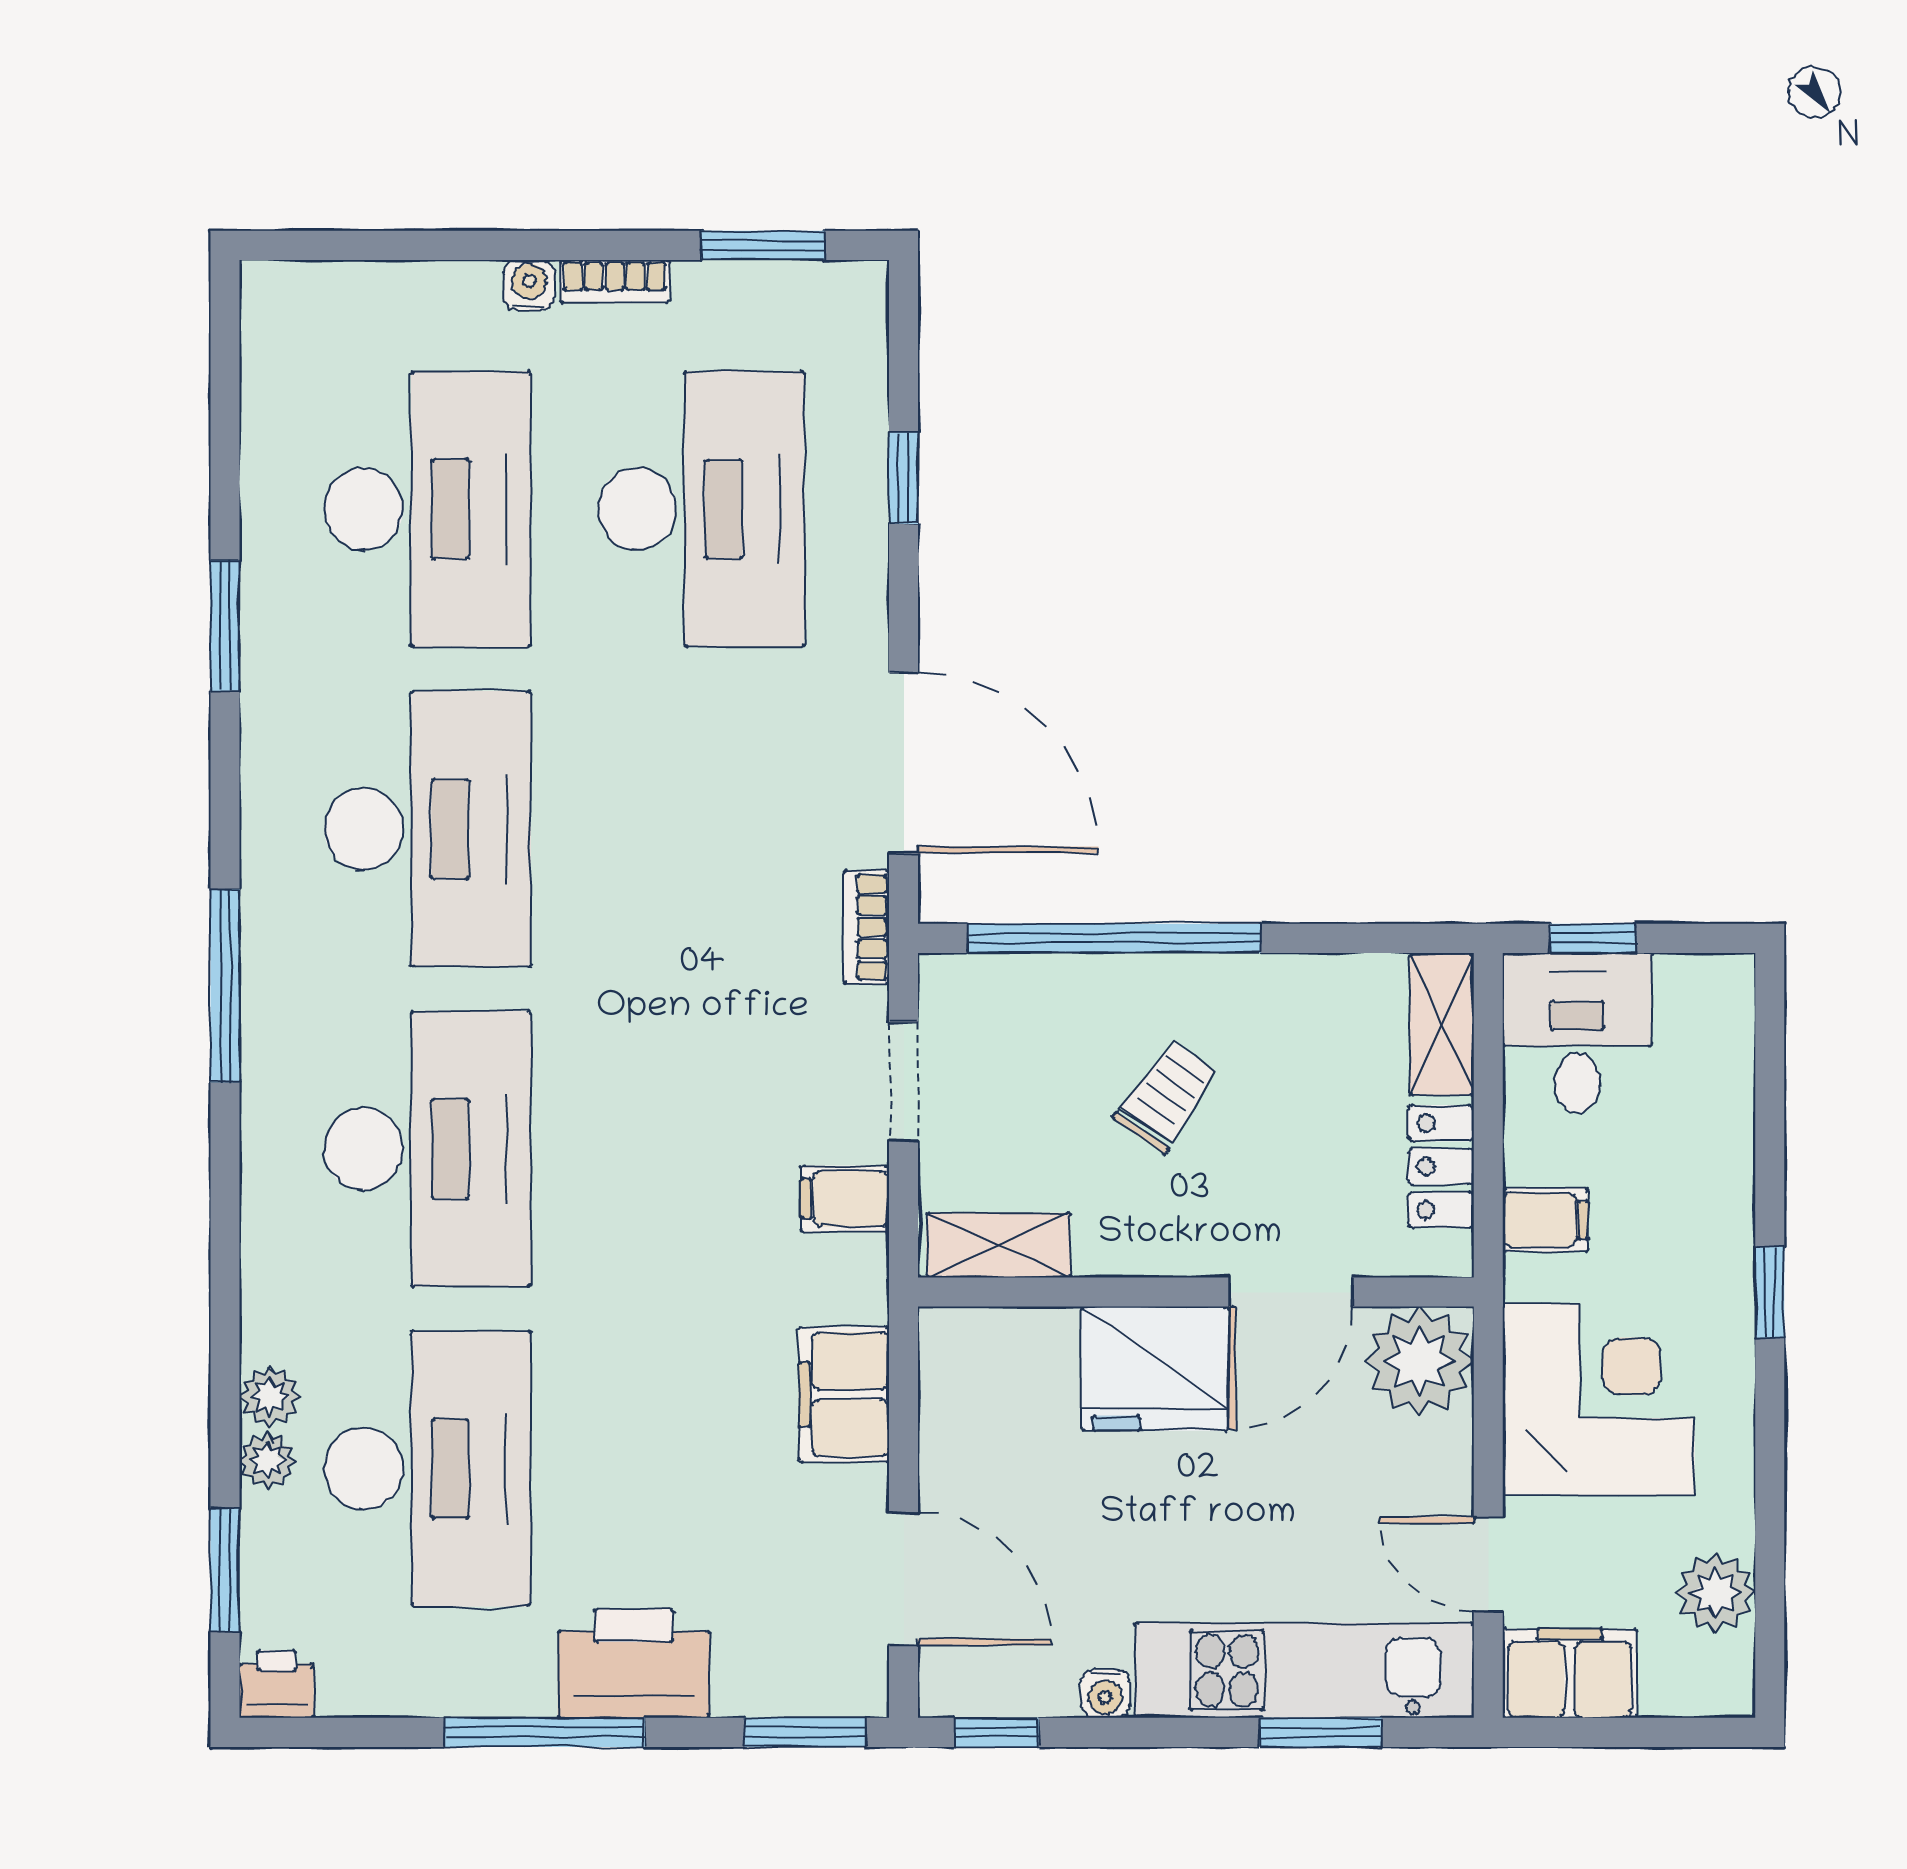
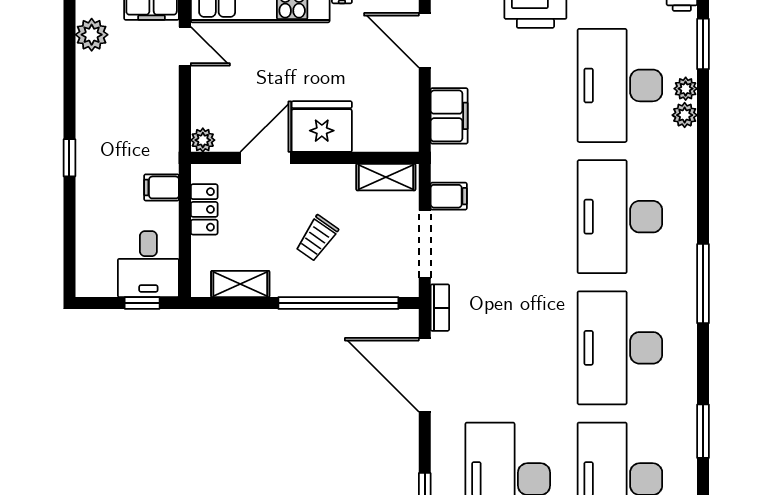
shelving: (1442, 1025) -> (240, 284), moved, turned 90
doorway: (904, 1082) -> (425, 244), width x1.38
plant: (1419, 1361) -> (203, 140), width x0.53, depth x0.53
corner desk: (1599, 1399) -> (140, 114), removed

